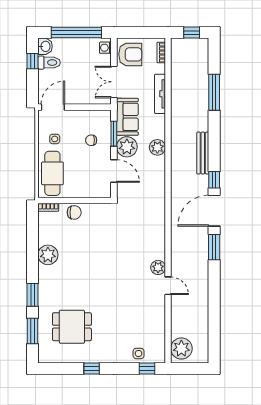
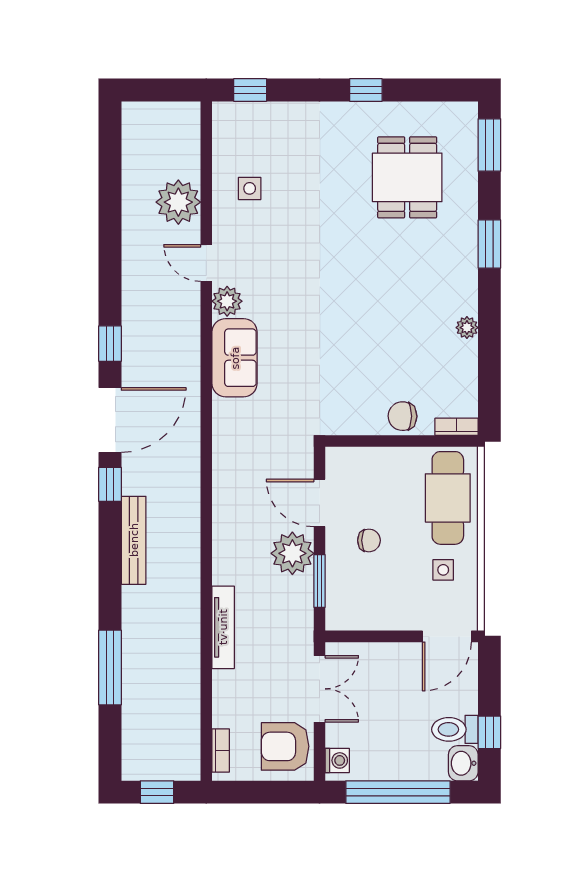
tv unit: (160, 94) -> (223, 627), moved
sofa: (127, 117) -> (235, 358), moved, turned 180
chair: (91, 140) -> (369, 540), moved
plant: (157, 147) -> (229, 552), removed
window: (214, 247) -> (110, 344), width x0.67
plant: (48, 255) -> (467, 328), width x0.53, depth x0.53
dining table: (72, 327) -> (407, 177), turned 90
window: (33, 331) -> (489, 145), moved
plant: (181, 349) -> (178, 202), moved
side table: (139, 353) -> (250, 188), moved

